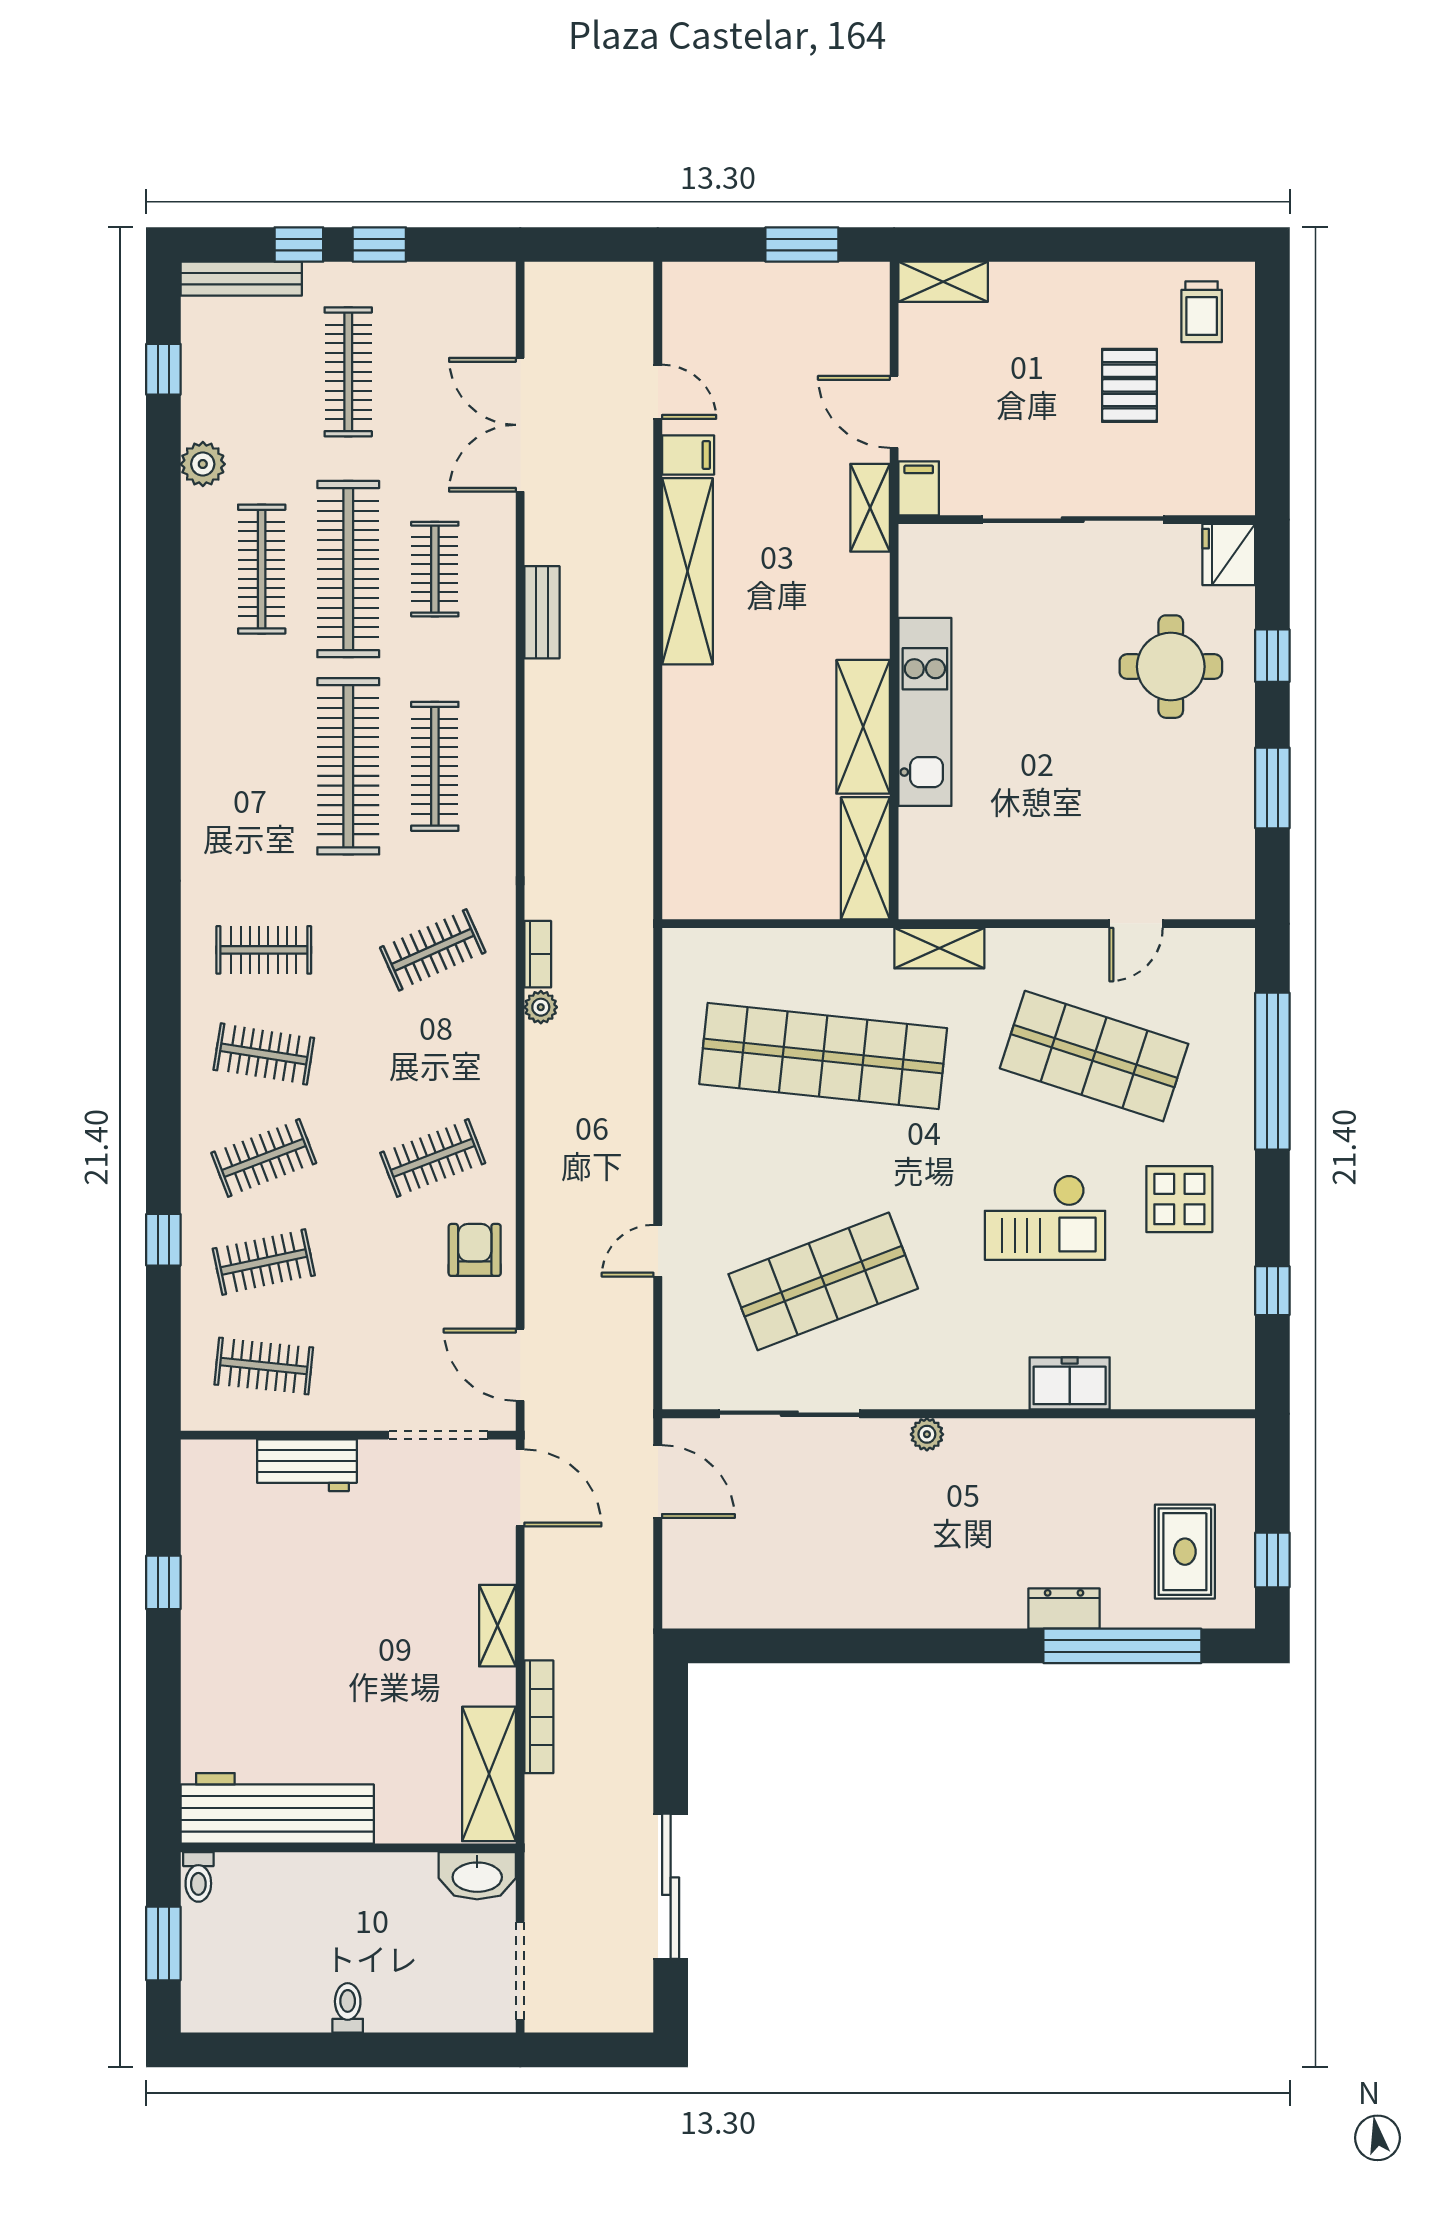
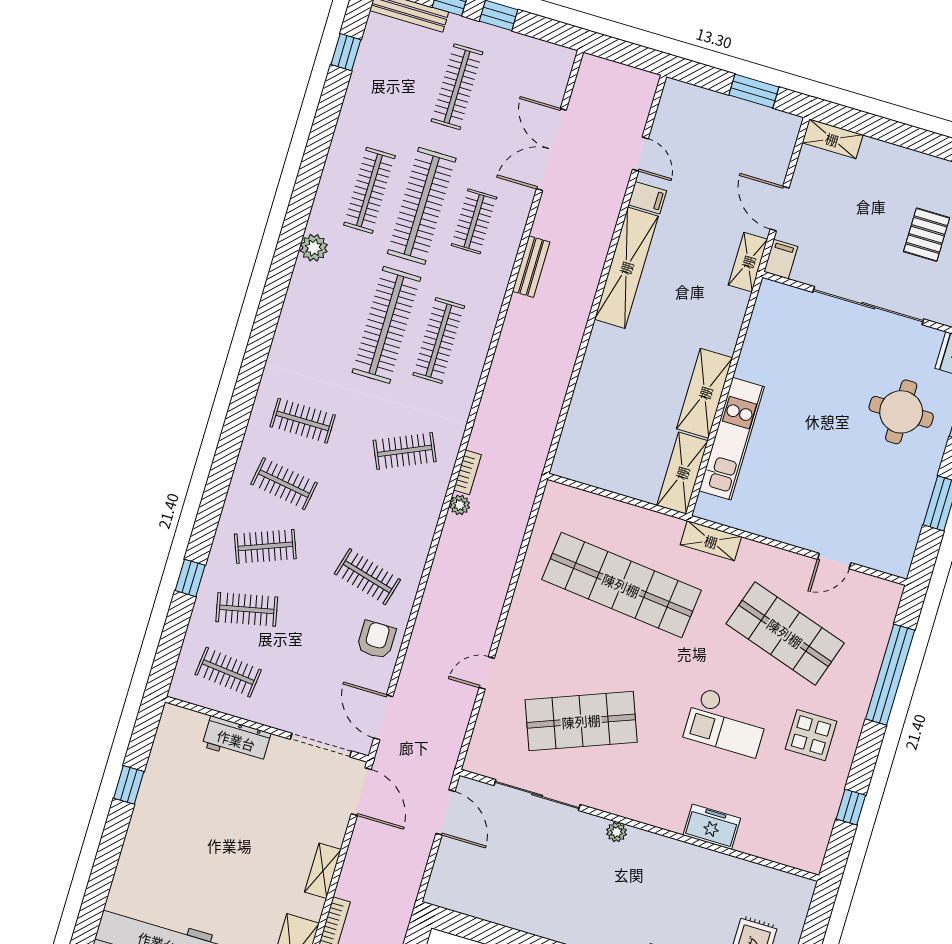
plant: (203, 464) -> (314, 248), moved
kitchen unit: (925, 712) -> (732, 439), moved
clothes rail: (433, 1158) -> (367, 577), turned 36

